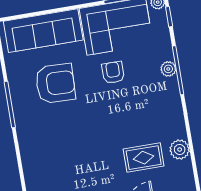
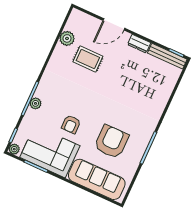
armchair: (55, 83) -> (111, 142), turned 88
plant: (180, 149) -> (67, 38), moved

